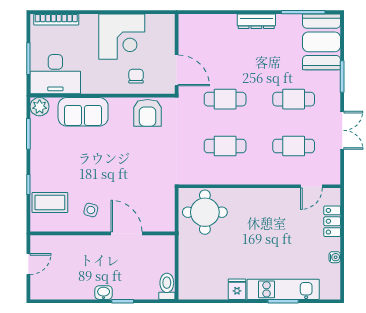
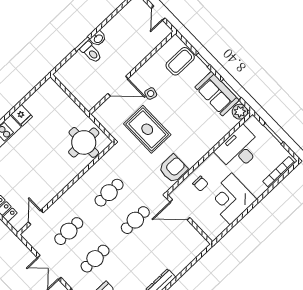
desk: (55, 74) -> (239, 149), moved
sofa: (83, 112) -> (217, 94), moved, turned -90
armchair: (148, 113) -> (173, 169), turned 90
rug: (137, 170) -> (147, 129), added
side table: (91, 210) -> (151, 94), moved
toilet: (167, 286) -> (91, 52), moved

